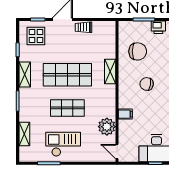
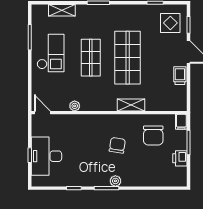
shelving: (25, 75) -> (128, 11), removed
filing cabinet: (125, 114) -> (181, 122), moved
plant: (107, 127) -> (75, 106), width x0.53, depth x0.53
door: (117, 152) -> (42, 113), hinge flipped

